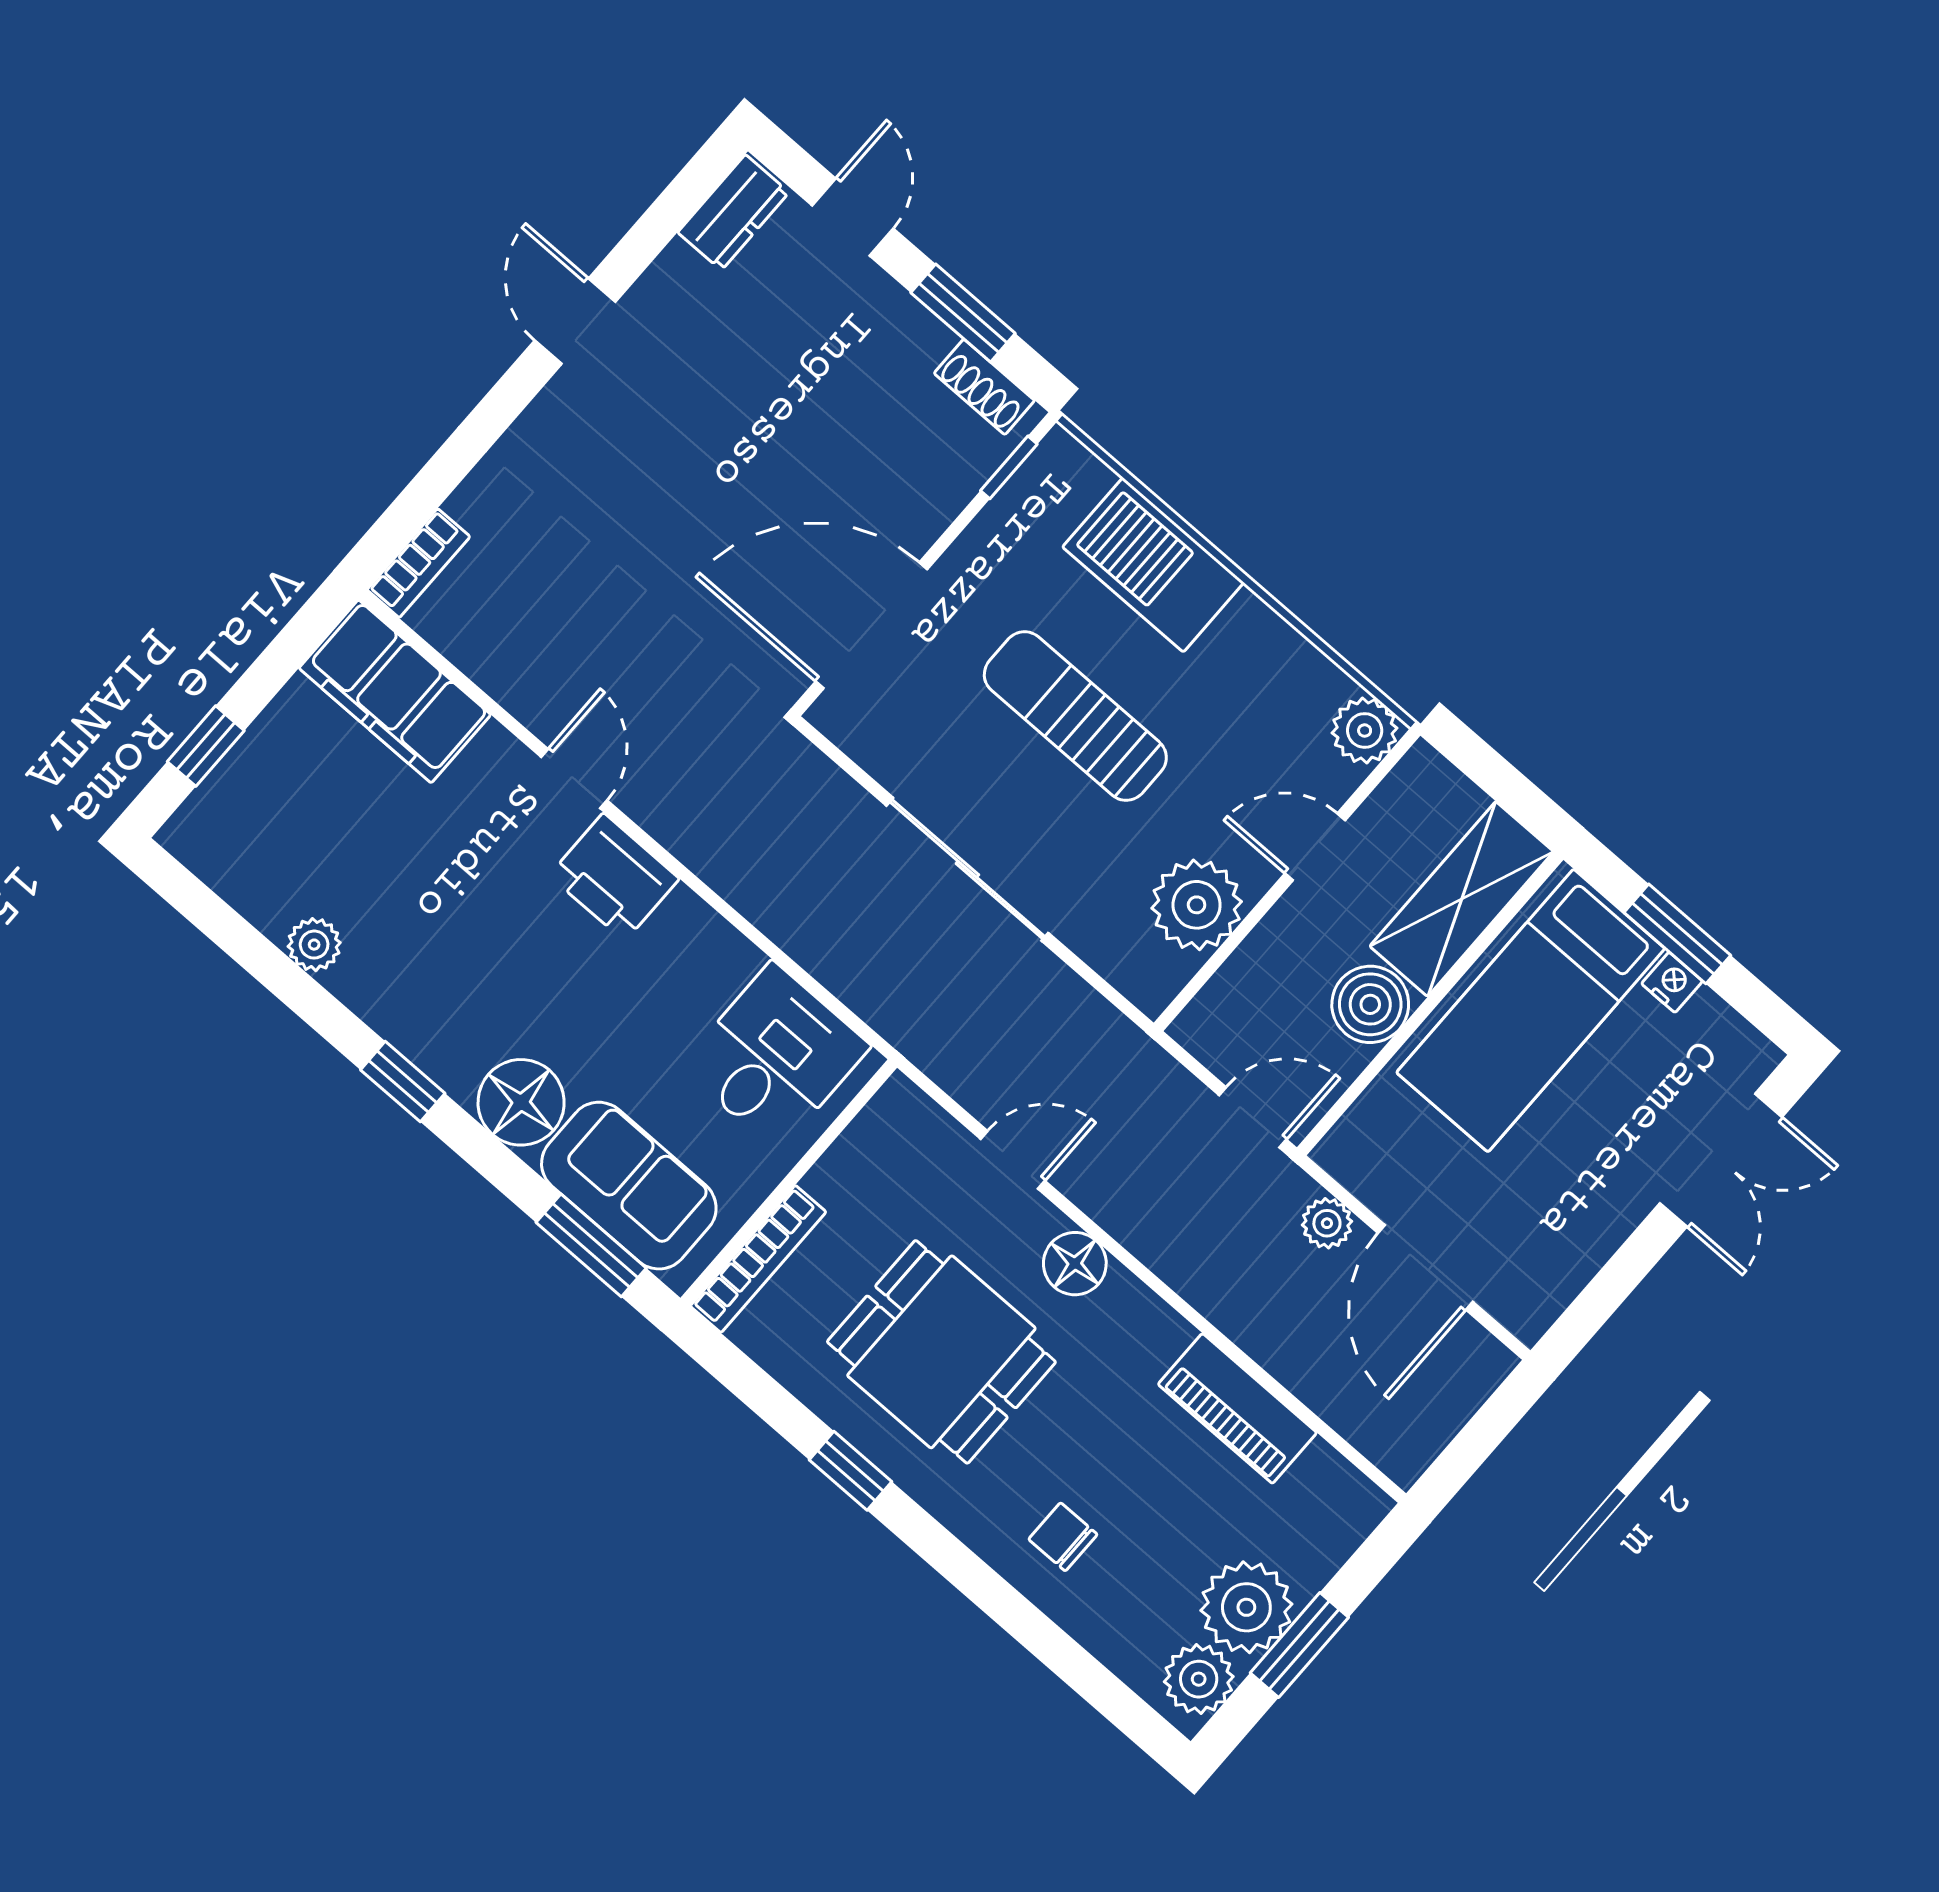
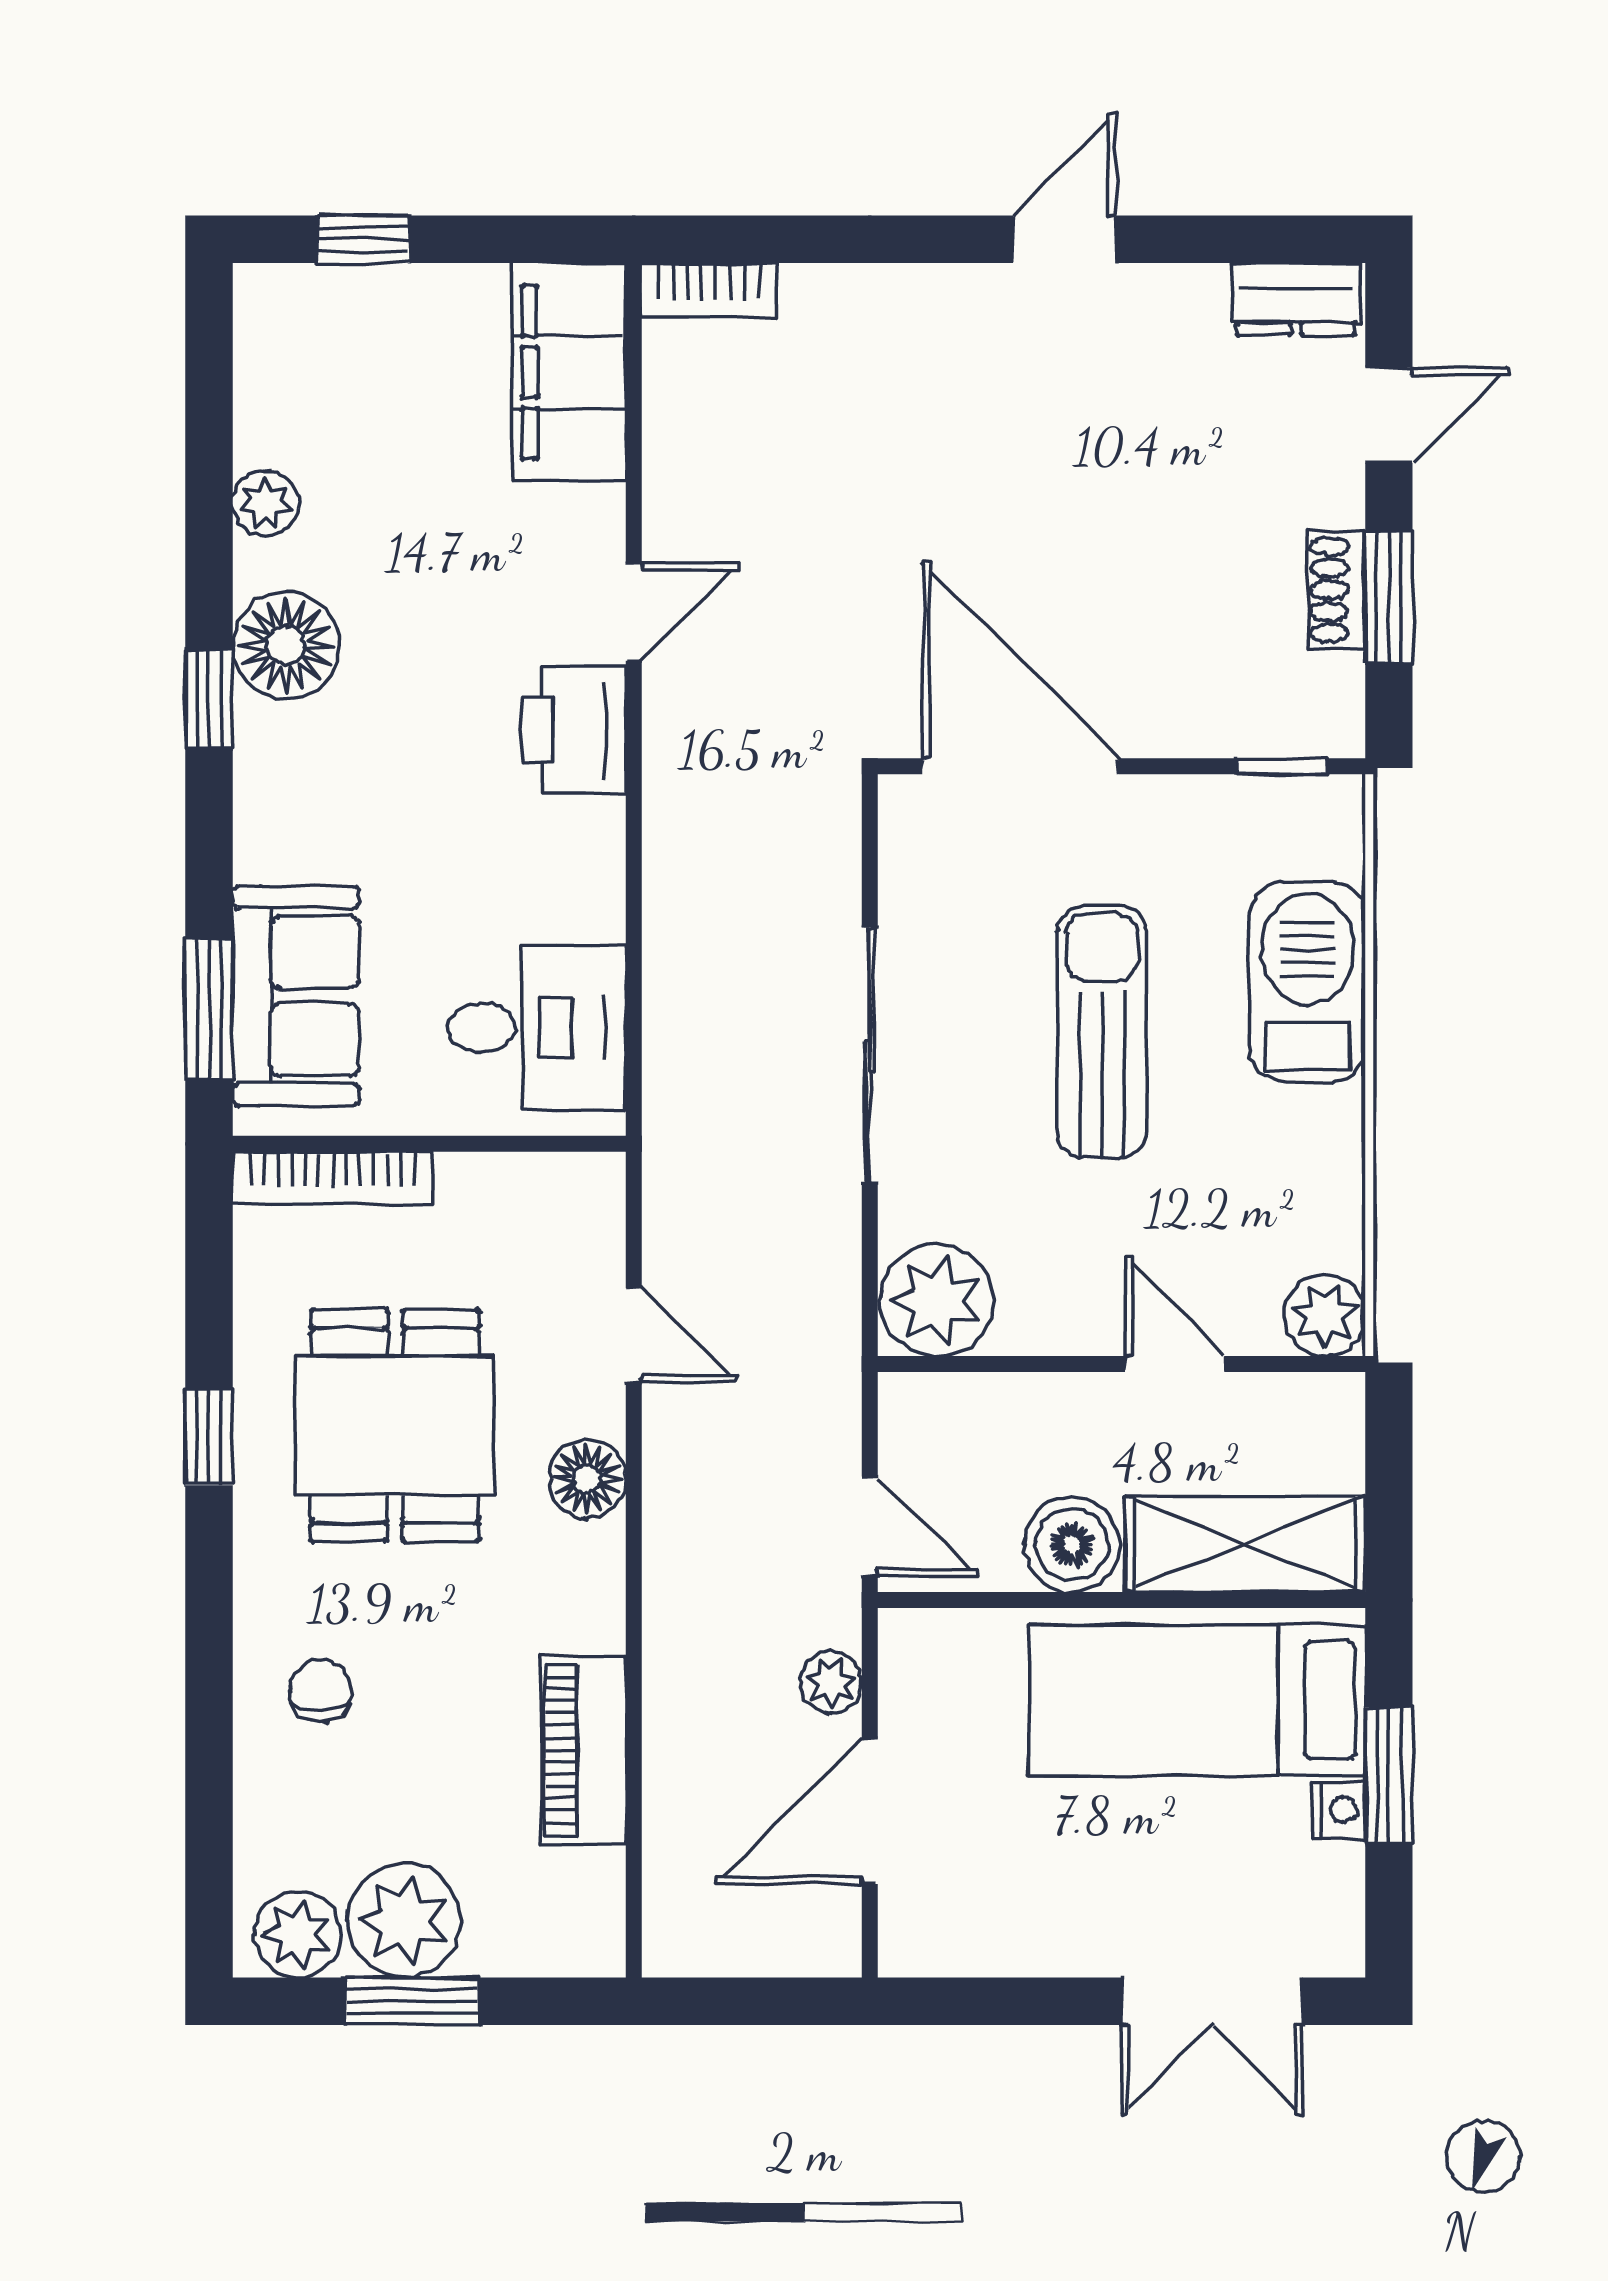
shoe rack: (984, 387) -> (1337, 590), moved
plant: (1197, 905) -> (936, 1300), moved
floor lamp: (521, 1102) -> (286, 645), moved

